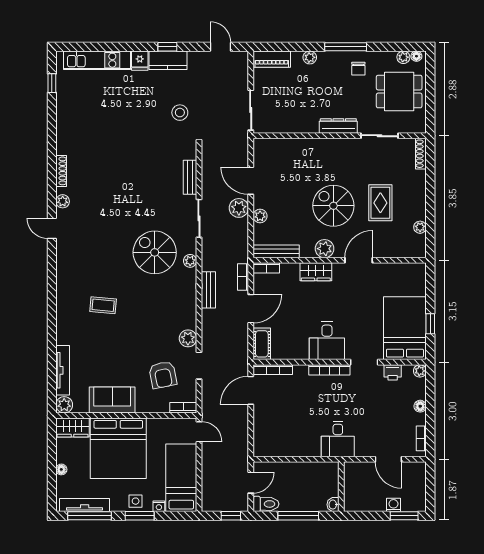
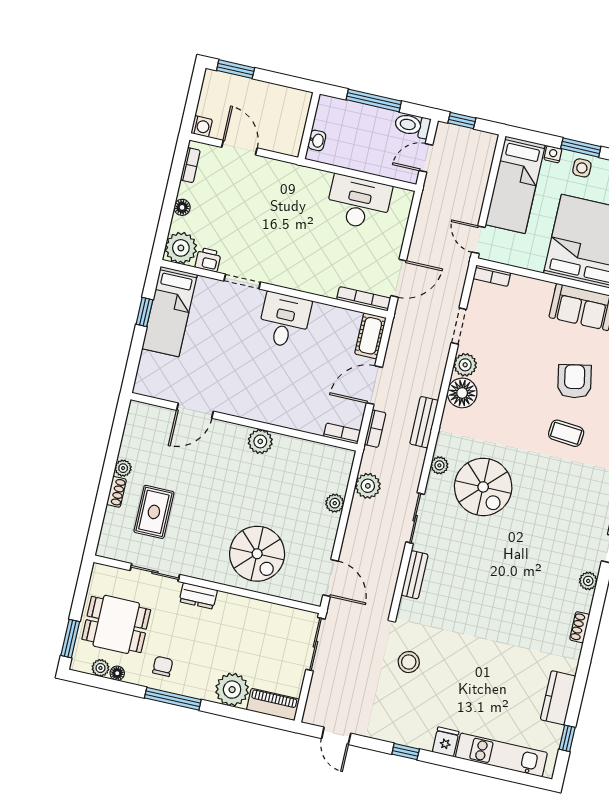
floor lamp: (416, 56) -> (117, 673), moved
plant: (310, 57) -> (232, 690), width x1.87, depth x1.87
kitchen counter: (168, 60) -> (558, 698), moved, turned -90
window: (430, 74) -> (70, 639), added
dresser: (338, 126) -> (198, 596), width x0.70
shoe rack: (421, 154) -> (116, 492), moved, width x0.70
shoe rack: (61, 171) -> (580, 627), width x0.70
door: (251, 181) -> (331, 578), moved
rug: (380, 203) -> (154, 512), moved
spiral stairs: (333, 206) -> (257, 554), moved
plant: (239, 208) -> (368, 486), moved
plant: (420, 227) -> (123, 468), moved
bench: (276, 251) -> (324, 452), removed
door: (359, 260) -> (195, 411), moved
wardrobe: (316, 272) -> (278, 414), removed
floor lamp: (185, 317) -> (462, 393), added
bed: (405, 328) -> (170, 312), width x0.67
bookcase: (329, 370) -> (290, 282), removed
plant: (420, 371) -> (181, 248), width x1.87, depth x1.87
armchair: (163, 375) -> (575, 381), moved
desk: (338, 439) -> (359, 202), moved, width x1.37
washbasin: (333, 505) -> (317, 140), moved
washing machine: (393, 505) -> (202, 126), moved, turned -90

